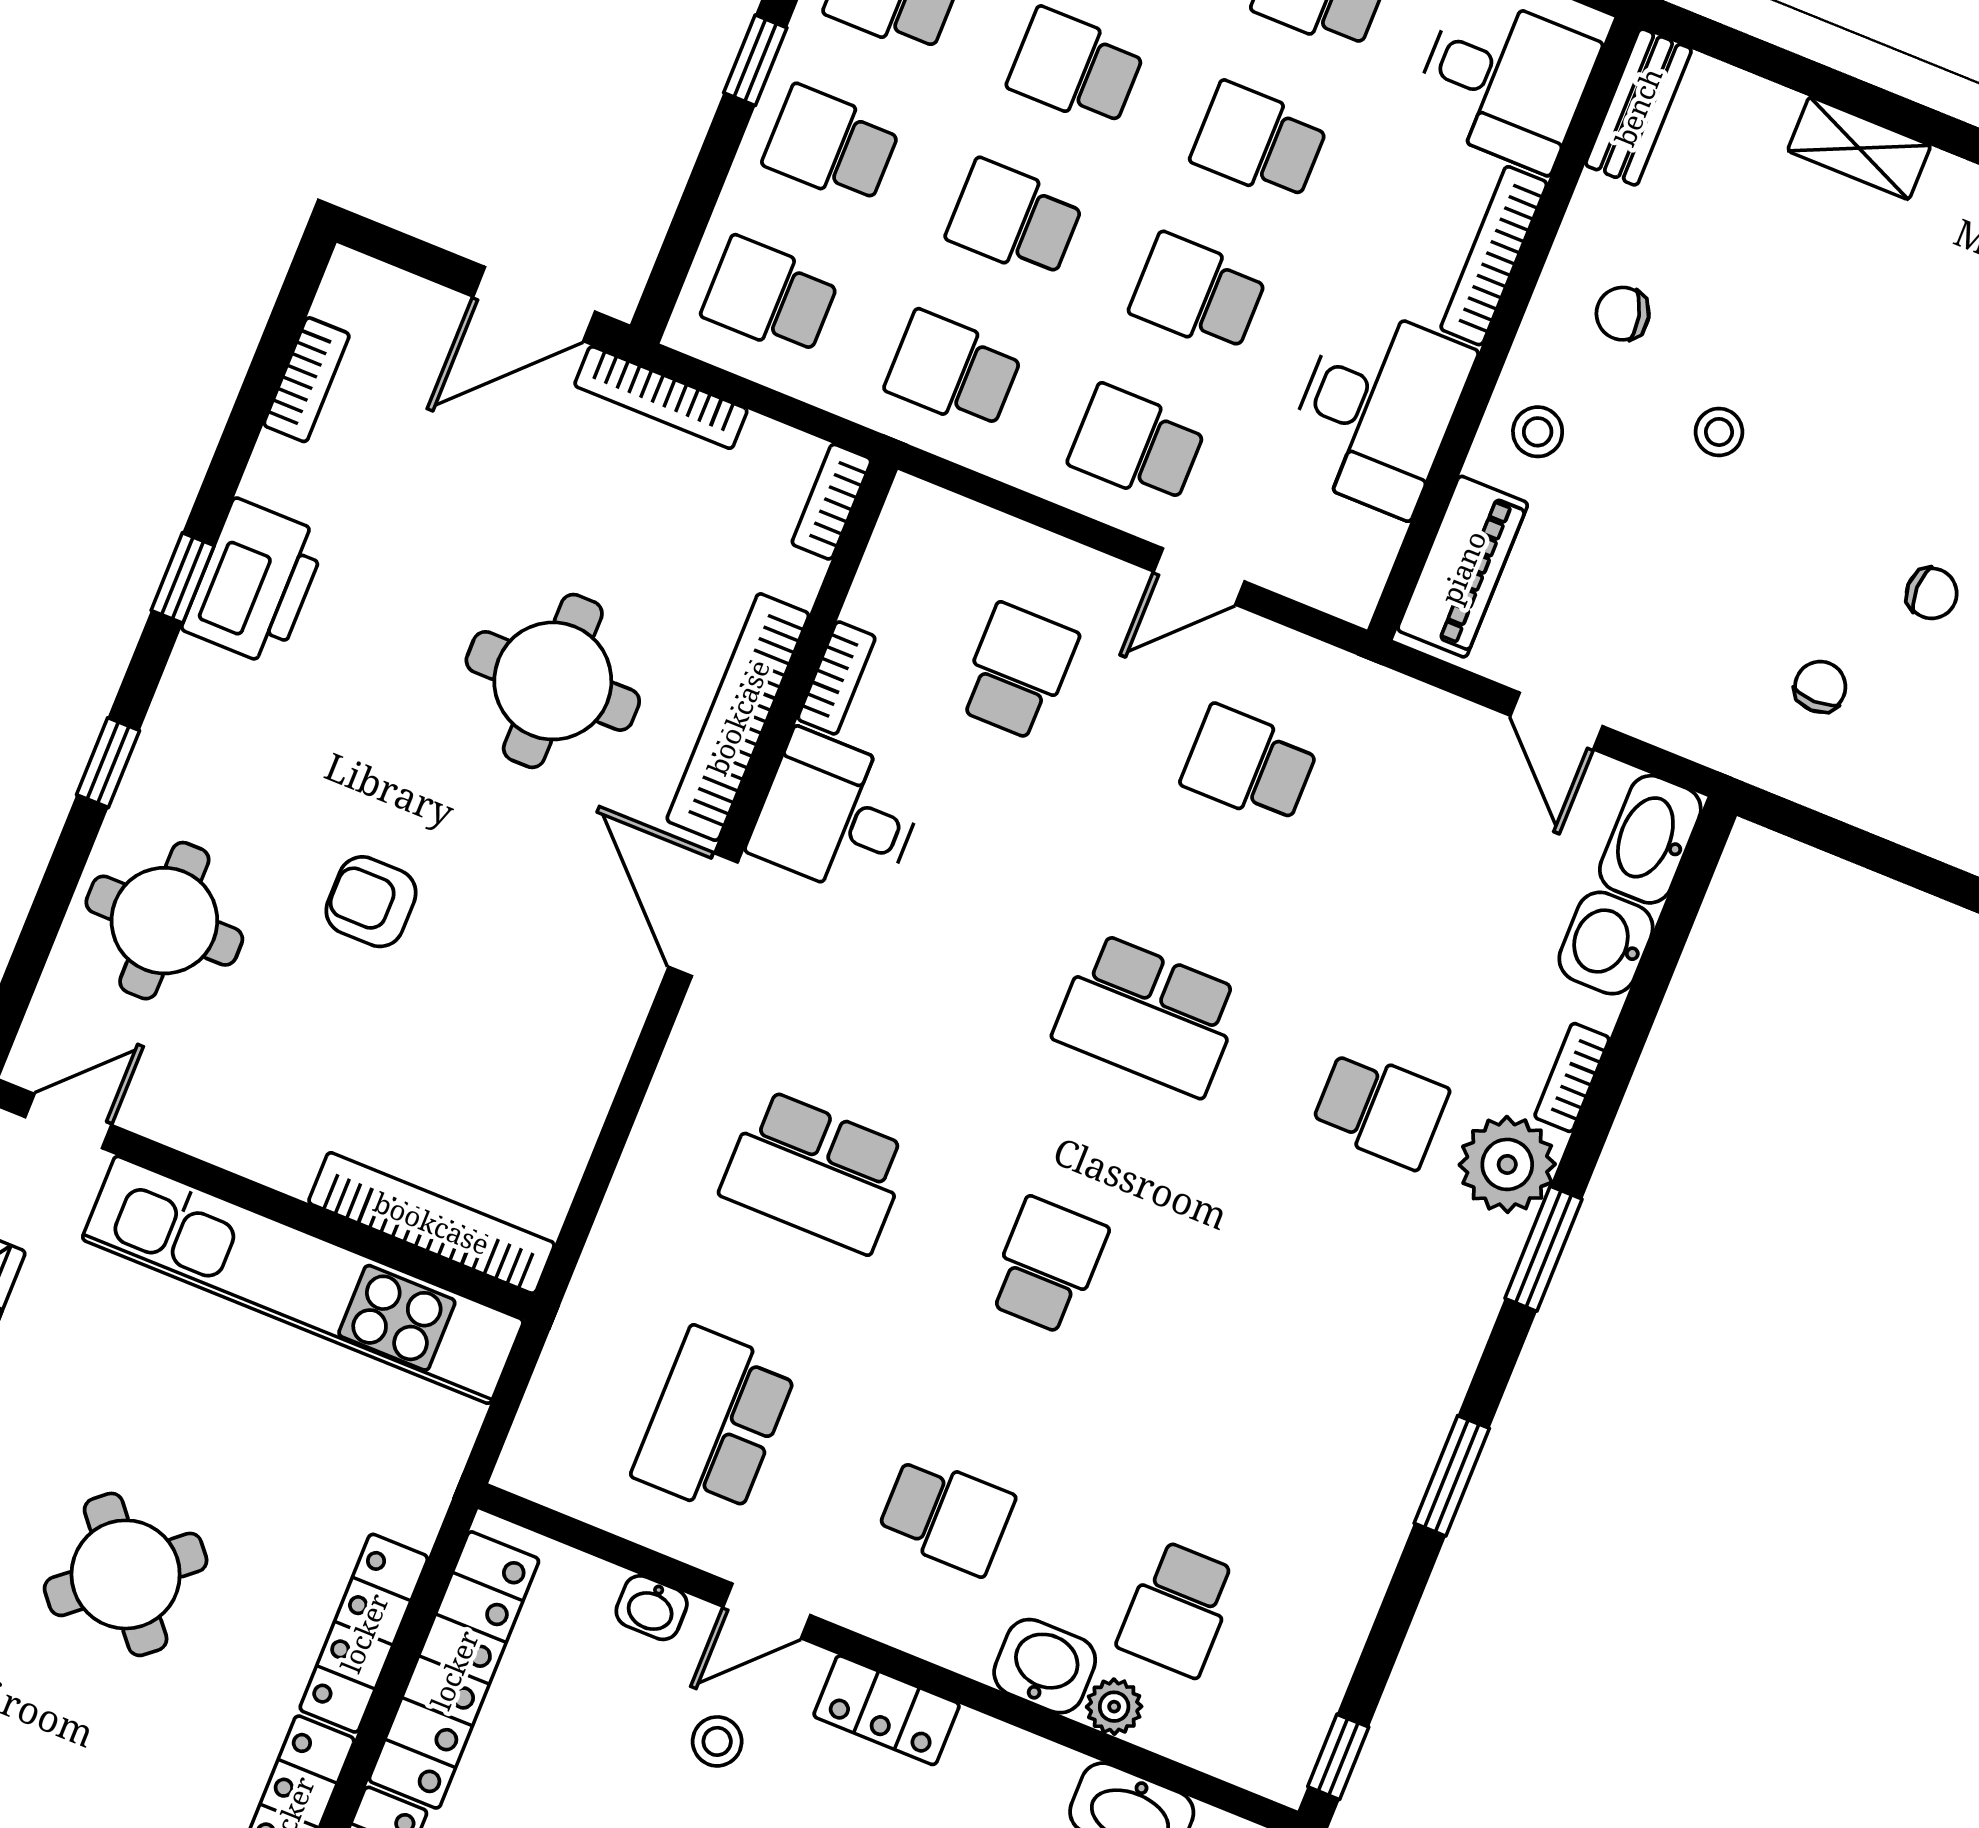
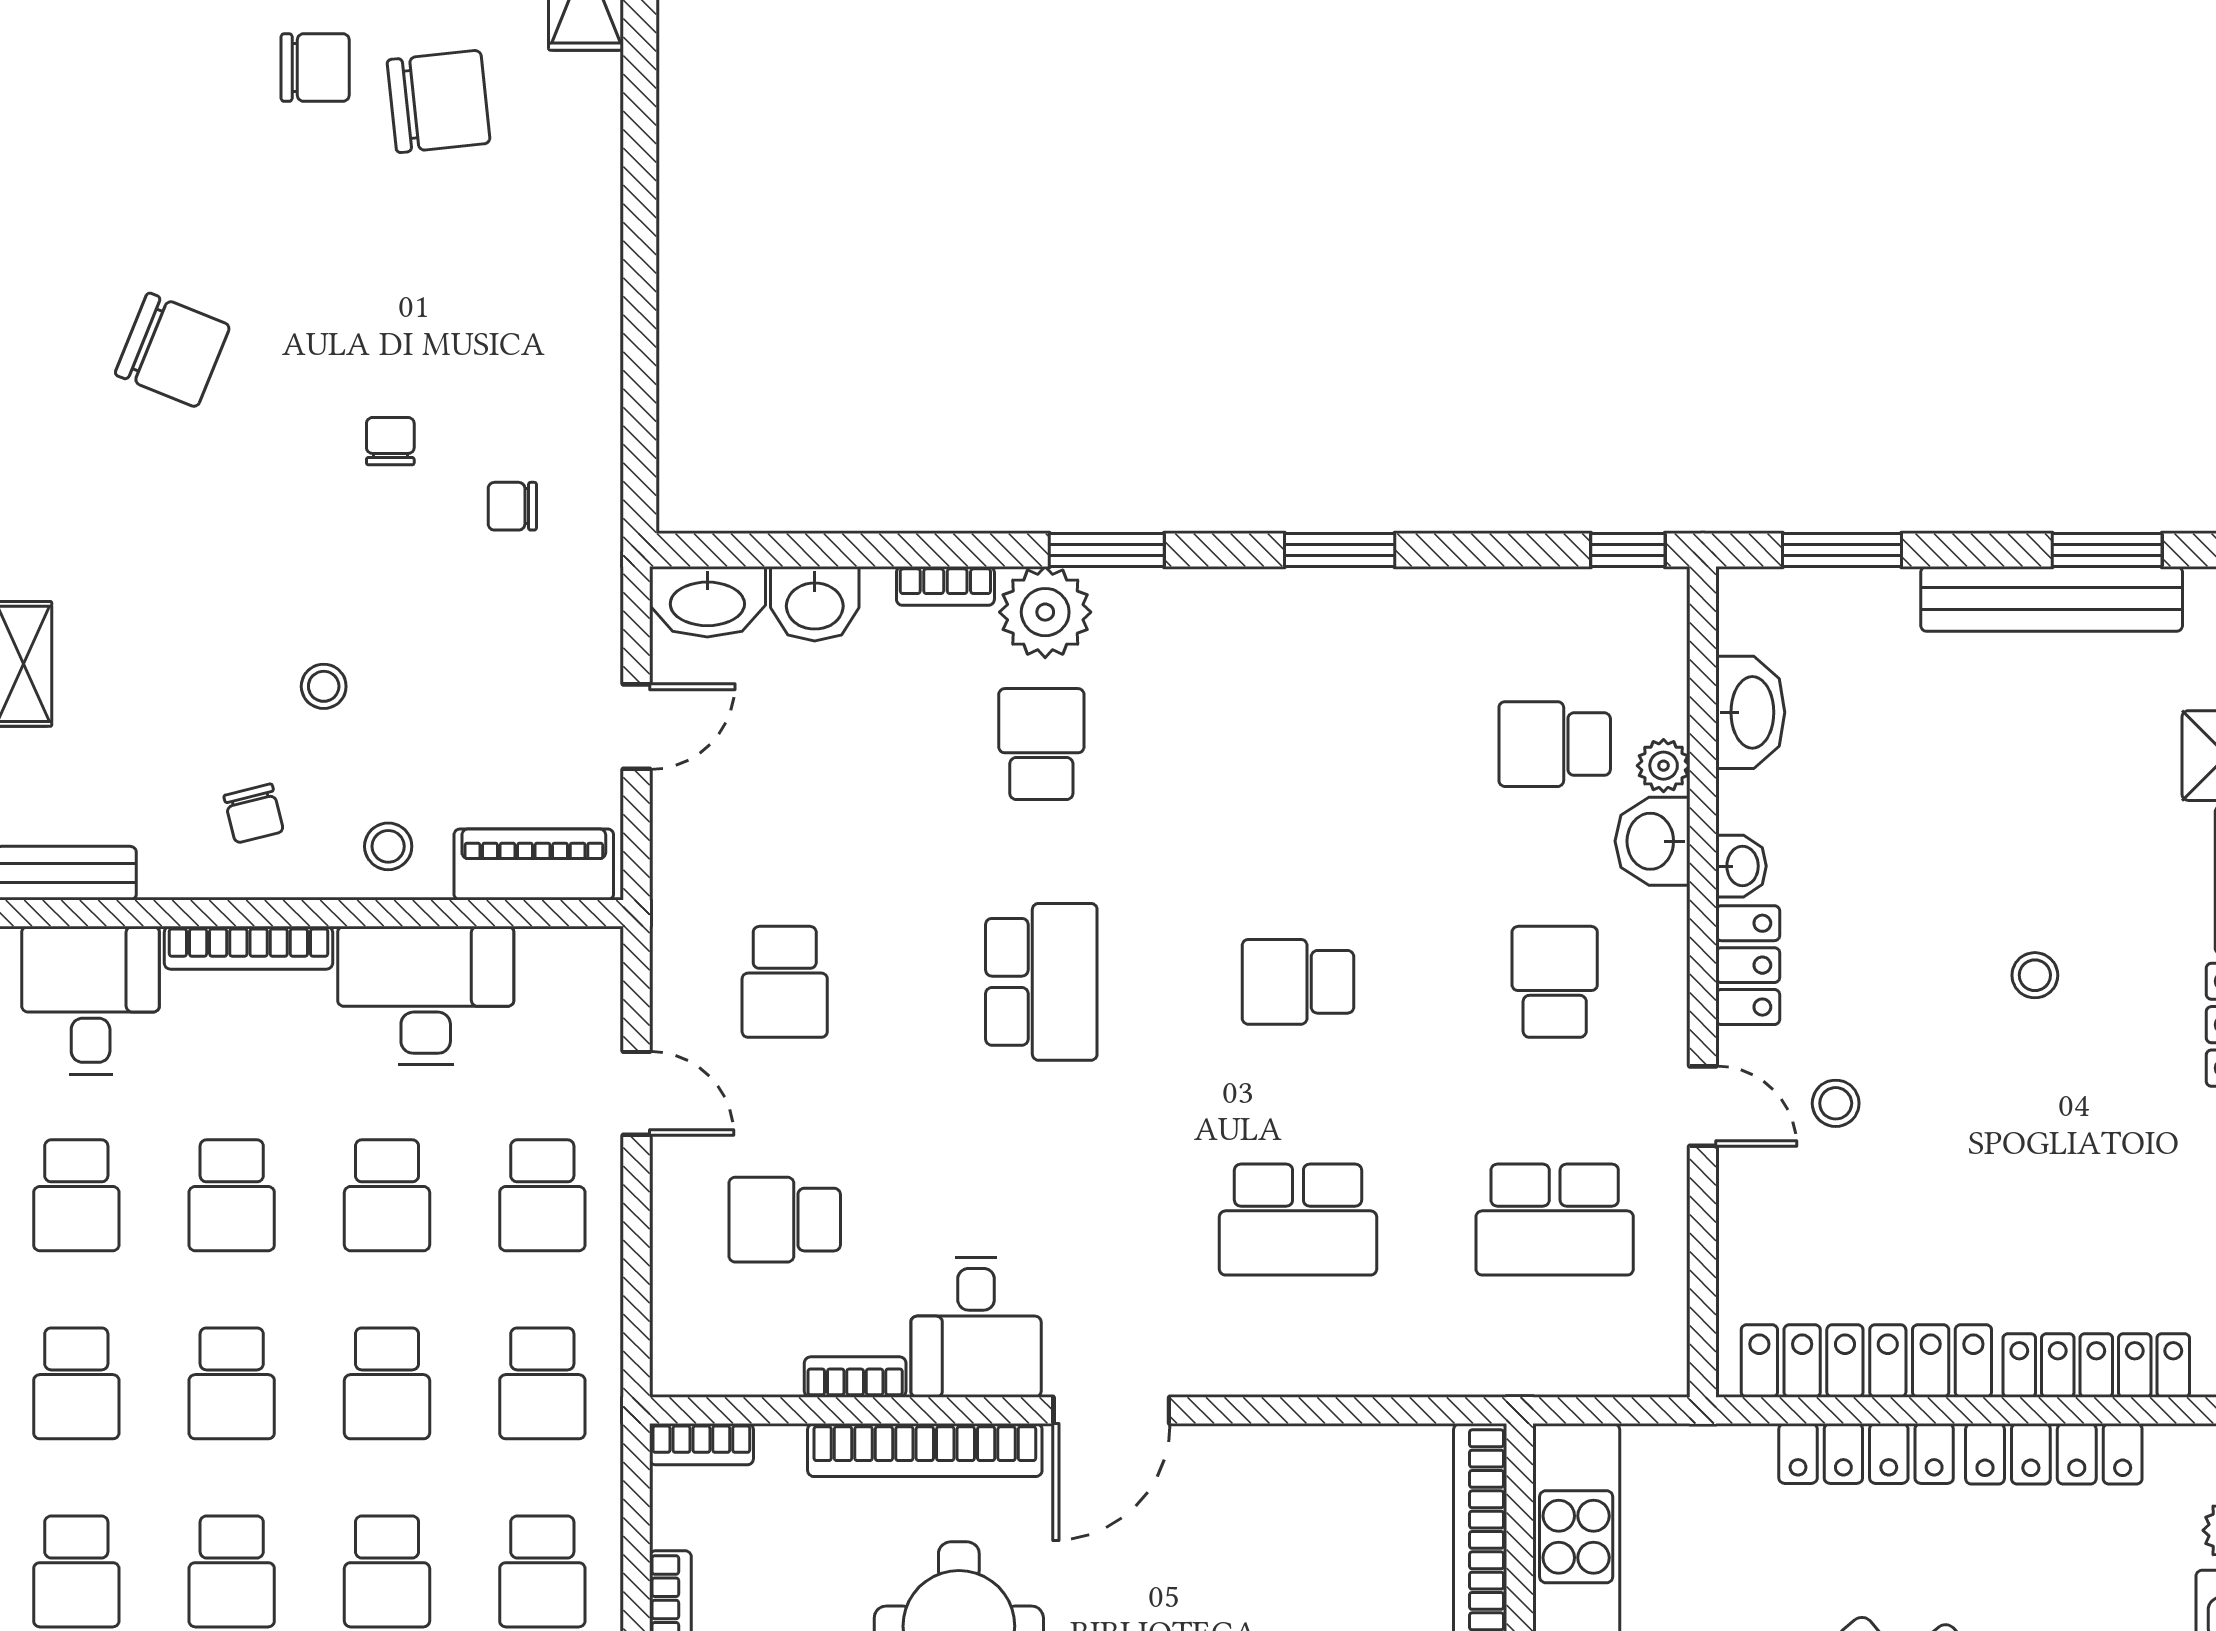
school desk: (816, 1172) -> (1298, 1220), turned 90
washbasin: (652, 1608) -> (1741, 866), moved
school desk: (1178, 1609) -> (1555, 744), turned 180

